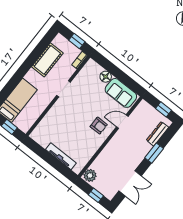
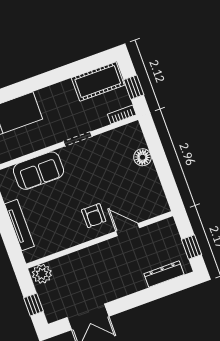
cot: (47, 60) -> (98, 81), moved
sofa: (121, 93) -> (38, 171), moved, turned -90
window: (154, 153) -> (144, 297), removed

